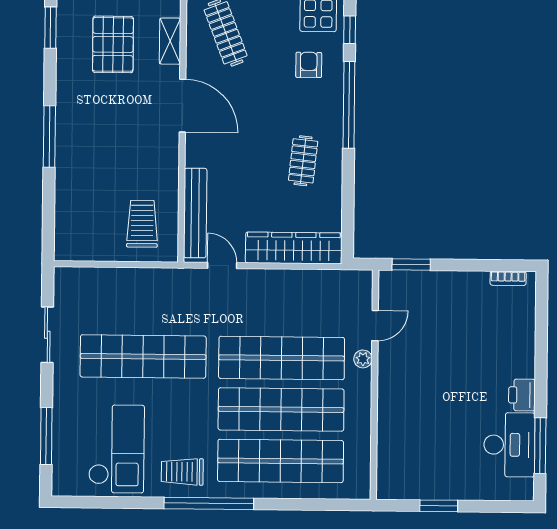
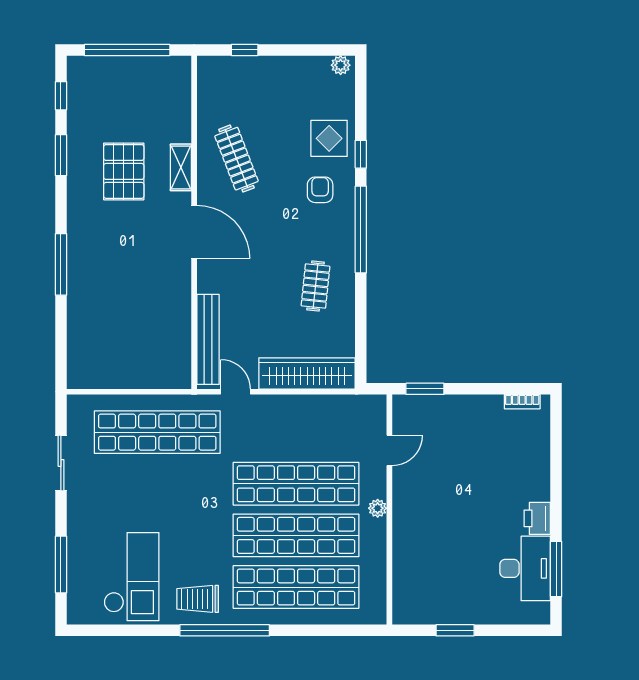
trolley: (142, 224) -> (155, 351), removed
shop shelf: (143, 356) -> (157, 432), moved
plant: (363, 359) -> (378, 508), moved

